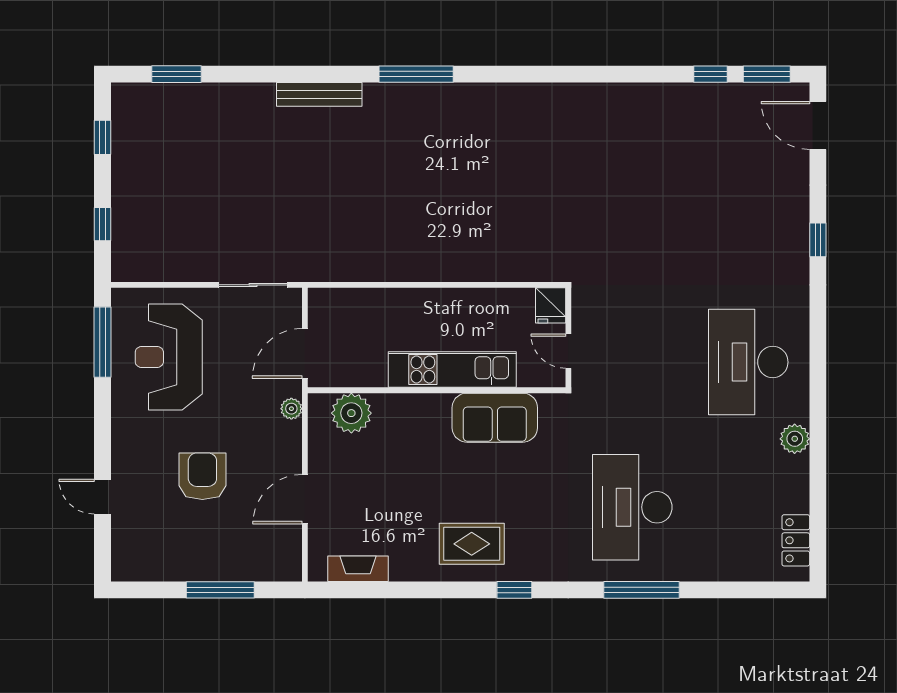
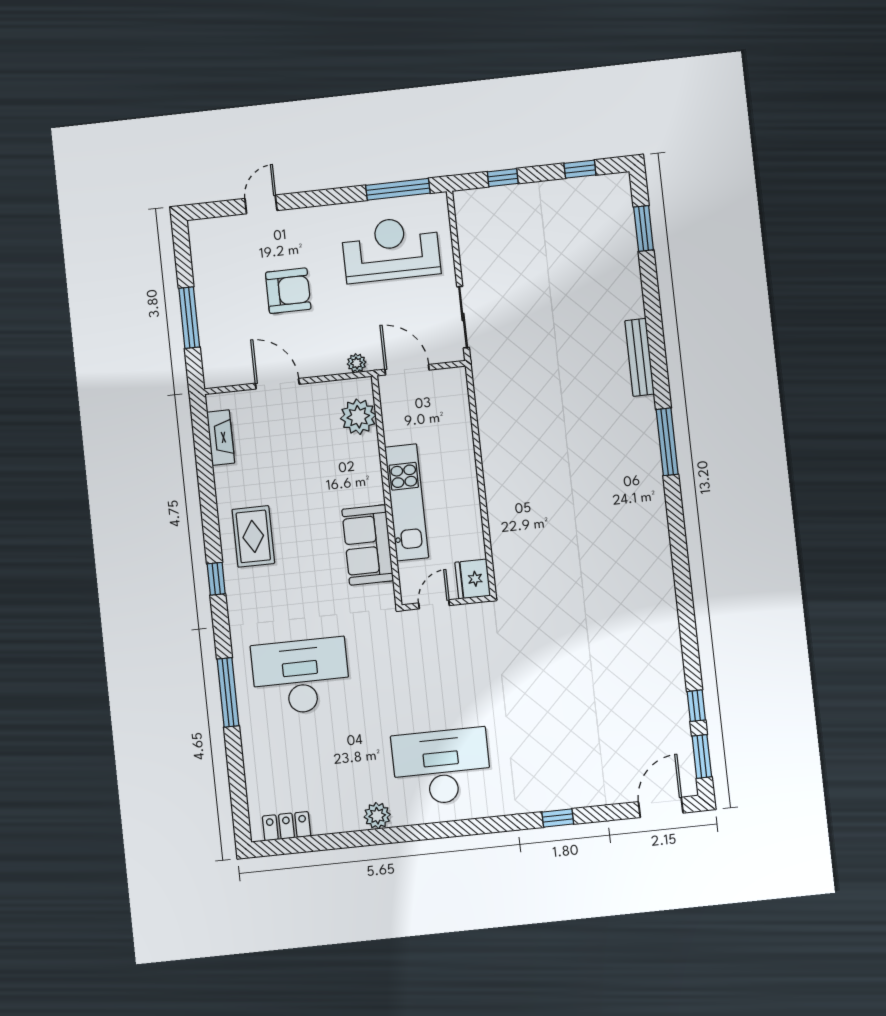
fridge: (551, 305) -> (473, 579), width x1.38

